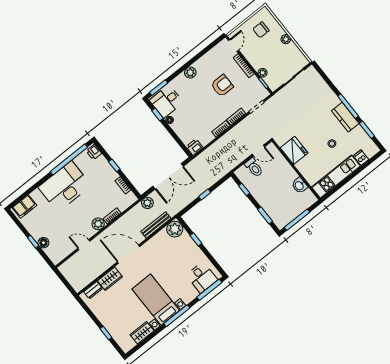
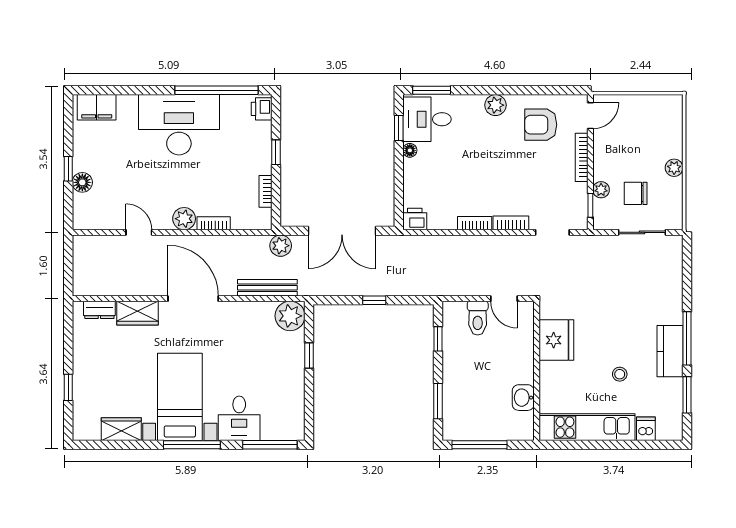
chair: (261, 30) -> (636, 193), moved
armchair: (222, 86) -> (541, 125), moved, turned 180
desk: (202, 278) -> (239, 418), moved

